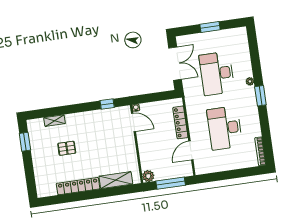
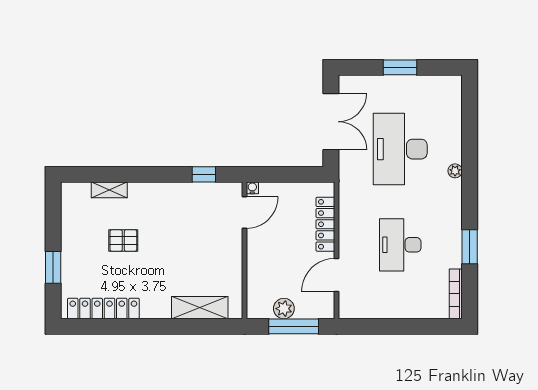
window: (260, 96) -> (470, 247), moved
door: (133, 122) -> (244, 212), hinge flipped
desk: (225, 128) -> (400, 245), width x0.73, depth x0.77
window: (25, 142) -> (53, 267), moved
plant: (148, 176) -> (284, 309), moved
locker: (78, 186) -> (103, 308), moved

